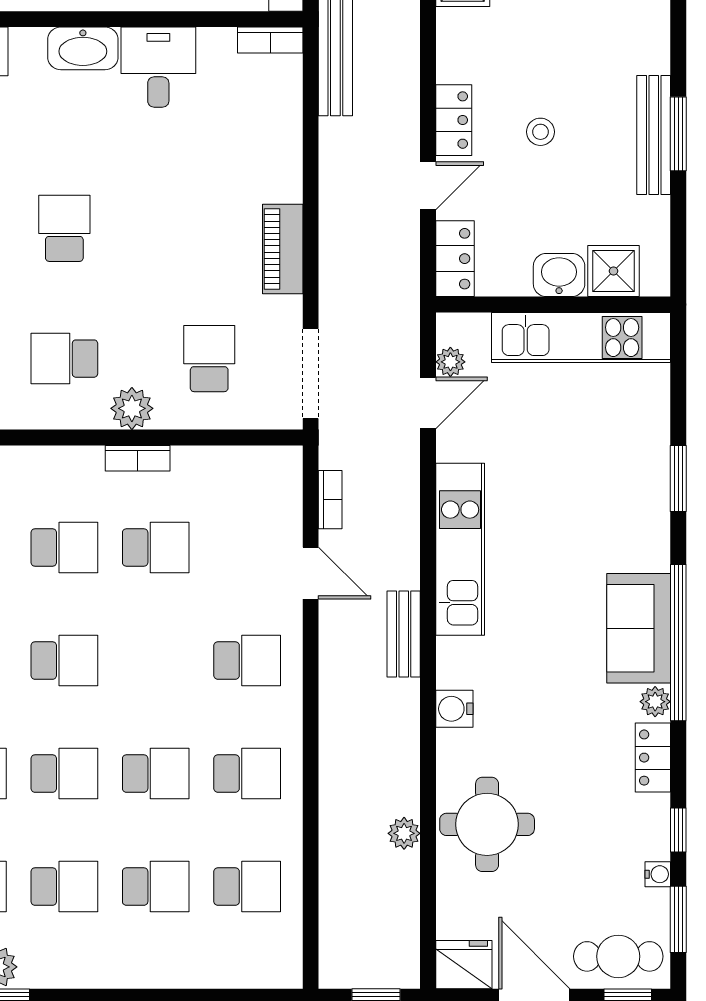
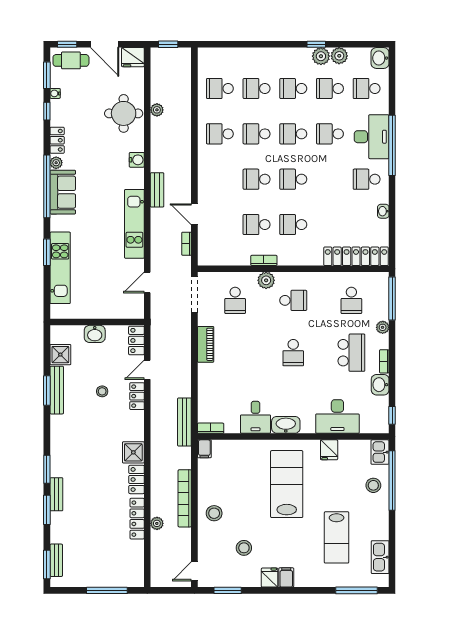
shower: (614, 271) -> (60, 355), moved
kitchen unit: (581, 338) -> (60, 268), moved, turned 90
plant: (450, 362) -> (138, 299), removed
school desk: (247, 661) -> (257, 179), moved

